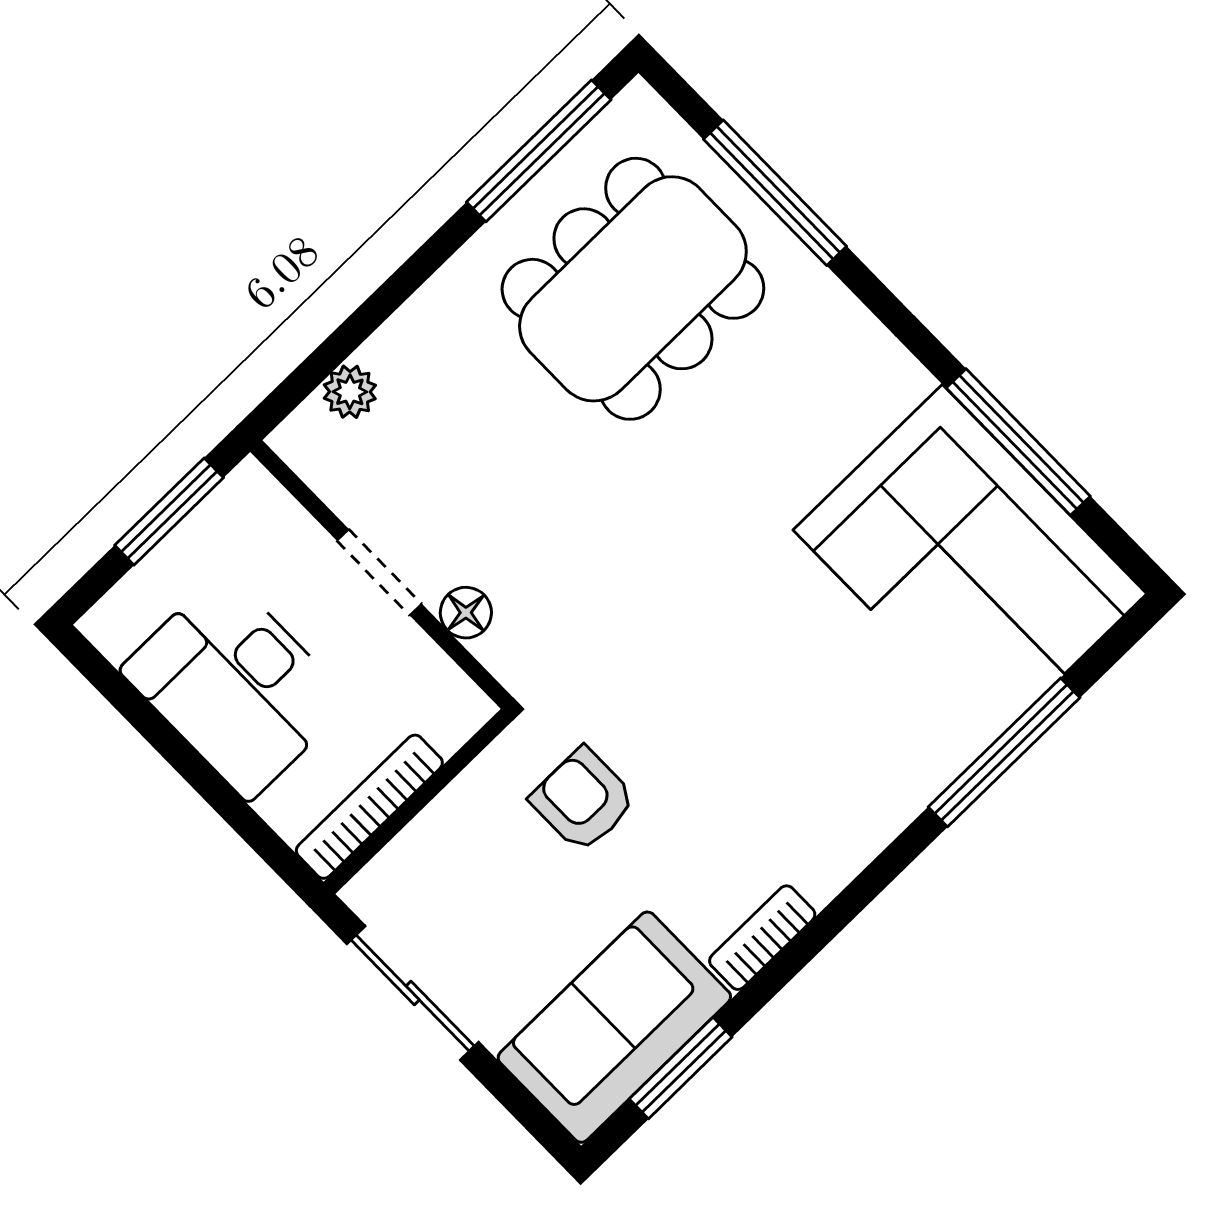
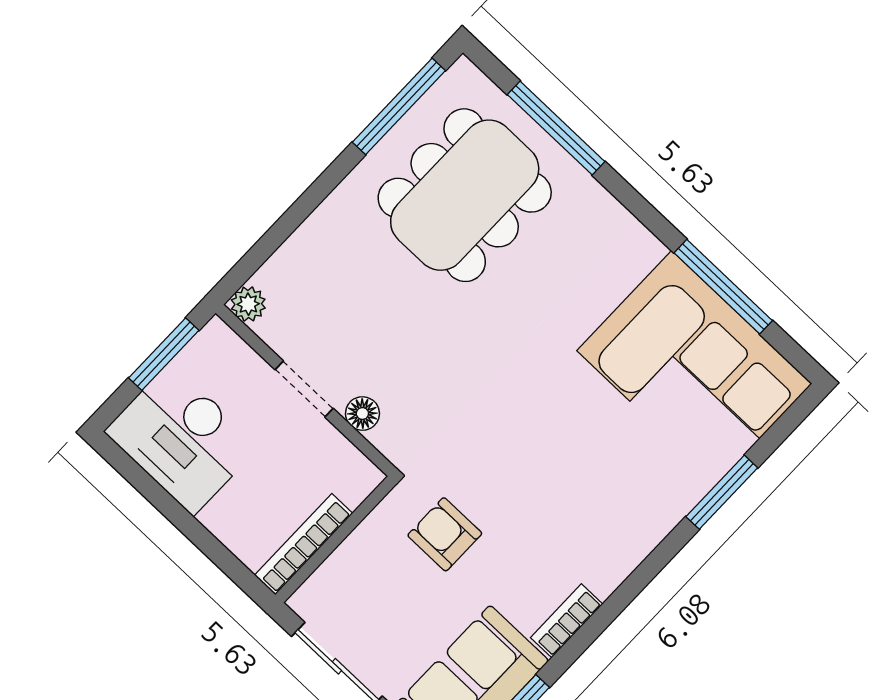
plant: (350, 392) -> (248, 304), moved
desk: (236, 686) -> (182, 439), moved
window: (1004, 752) -> (722, 492), width x0.69

